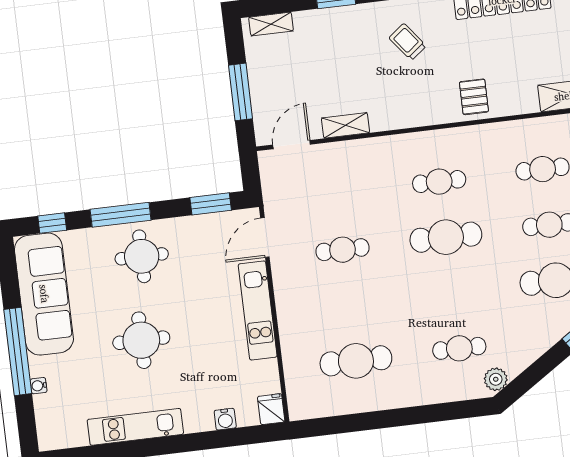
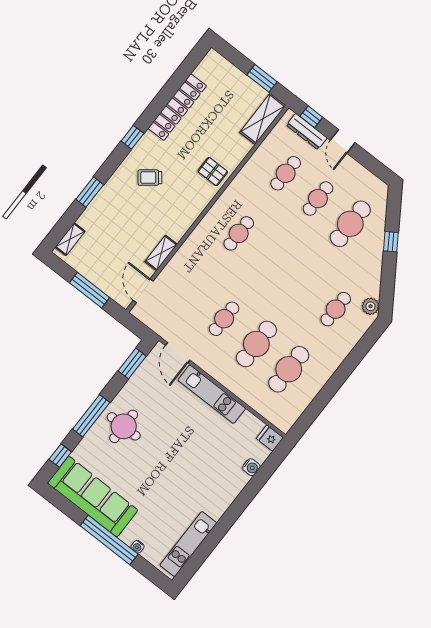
cafe table: (446, 237) -> (256, 344), moved
round table: (141, 340) -> (167, 470), removed
kitchen unit: (135, 427) -> (188, 544), moved

